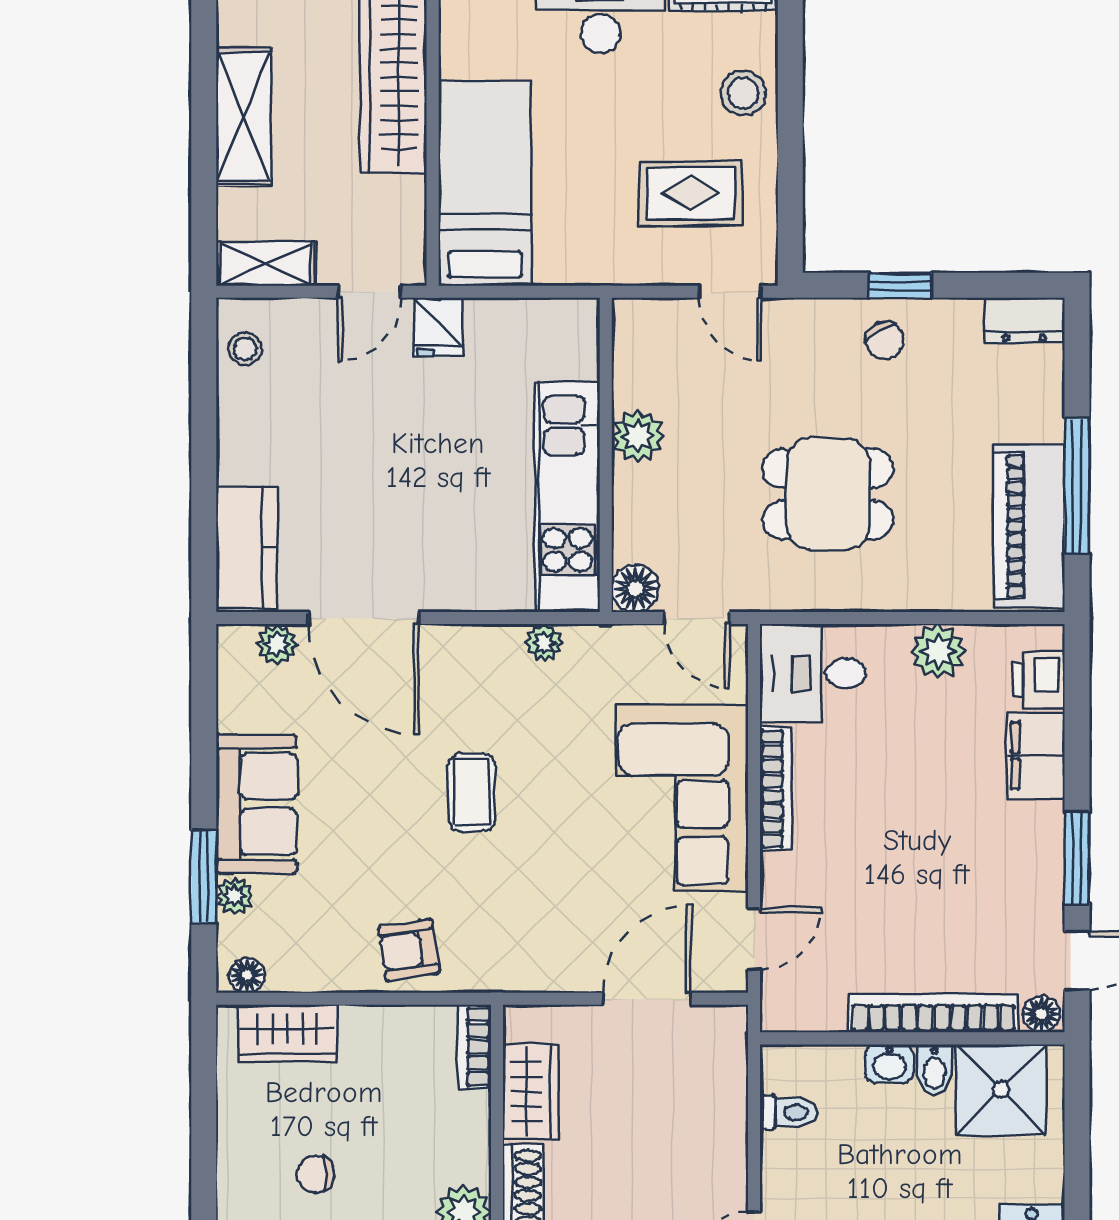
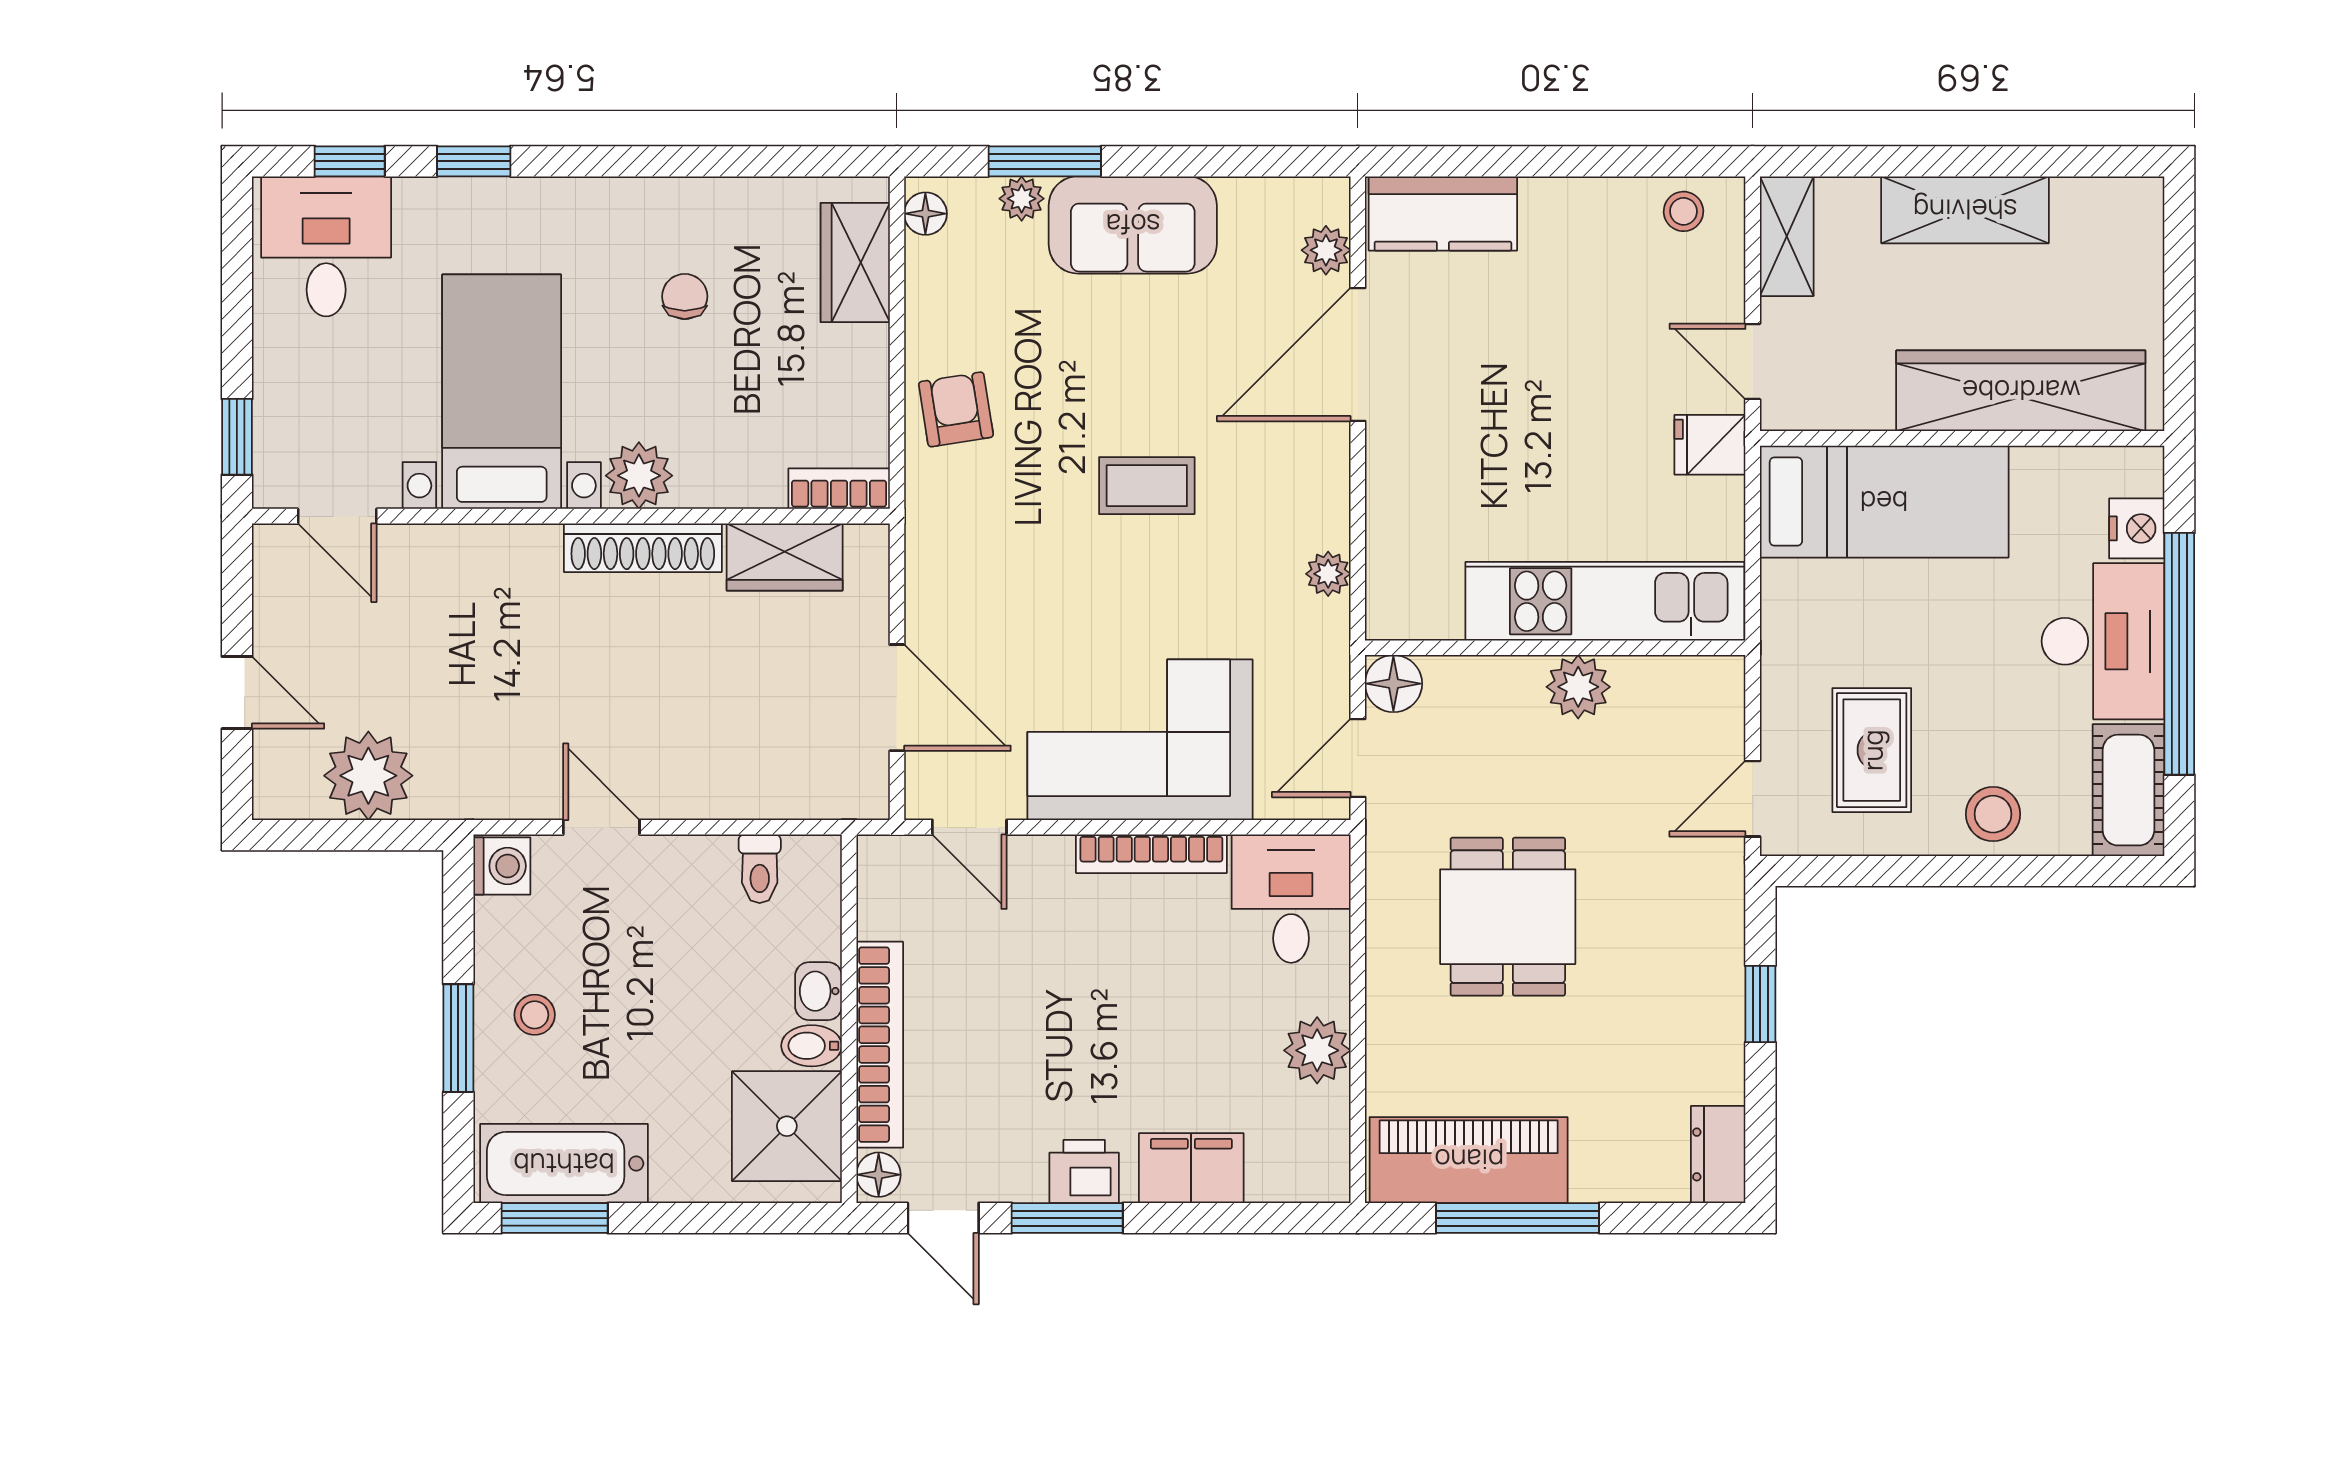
chair: (885, 340) -> (1694, 986), removed
kitchen unit: (567, 497) -> (1605, 601), moved
printer: (1039, 680) -> (1084, 1172), moved

